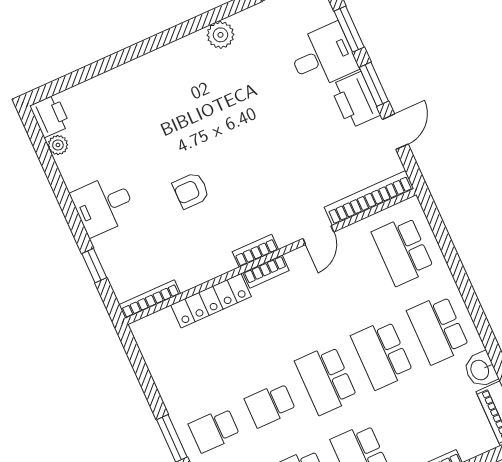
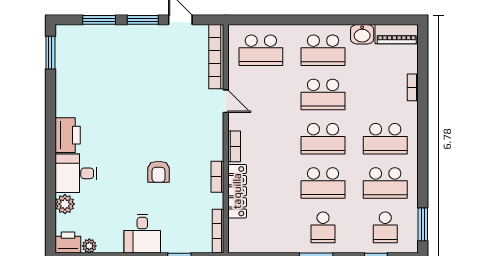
plant: (220, 35) -> (65, 204), moved
desk: (323, 57) -> (76, 173), moved, turned -90
printer: (355, 100) -> (68, 135), moved, turned -90
bookcase: (255, 251) -> (217, 177), moved
school desk: (270, 405) -> (323, 183), width x1.85

